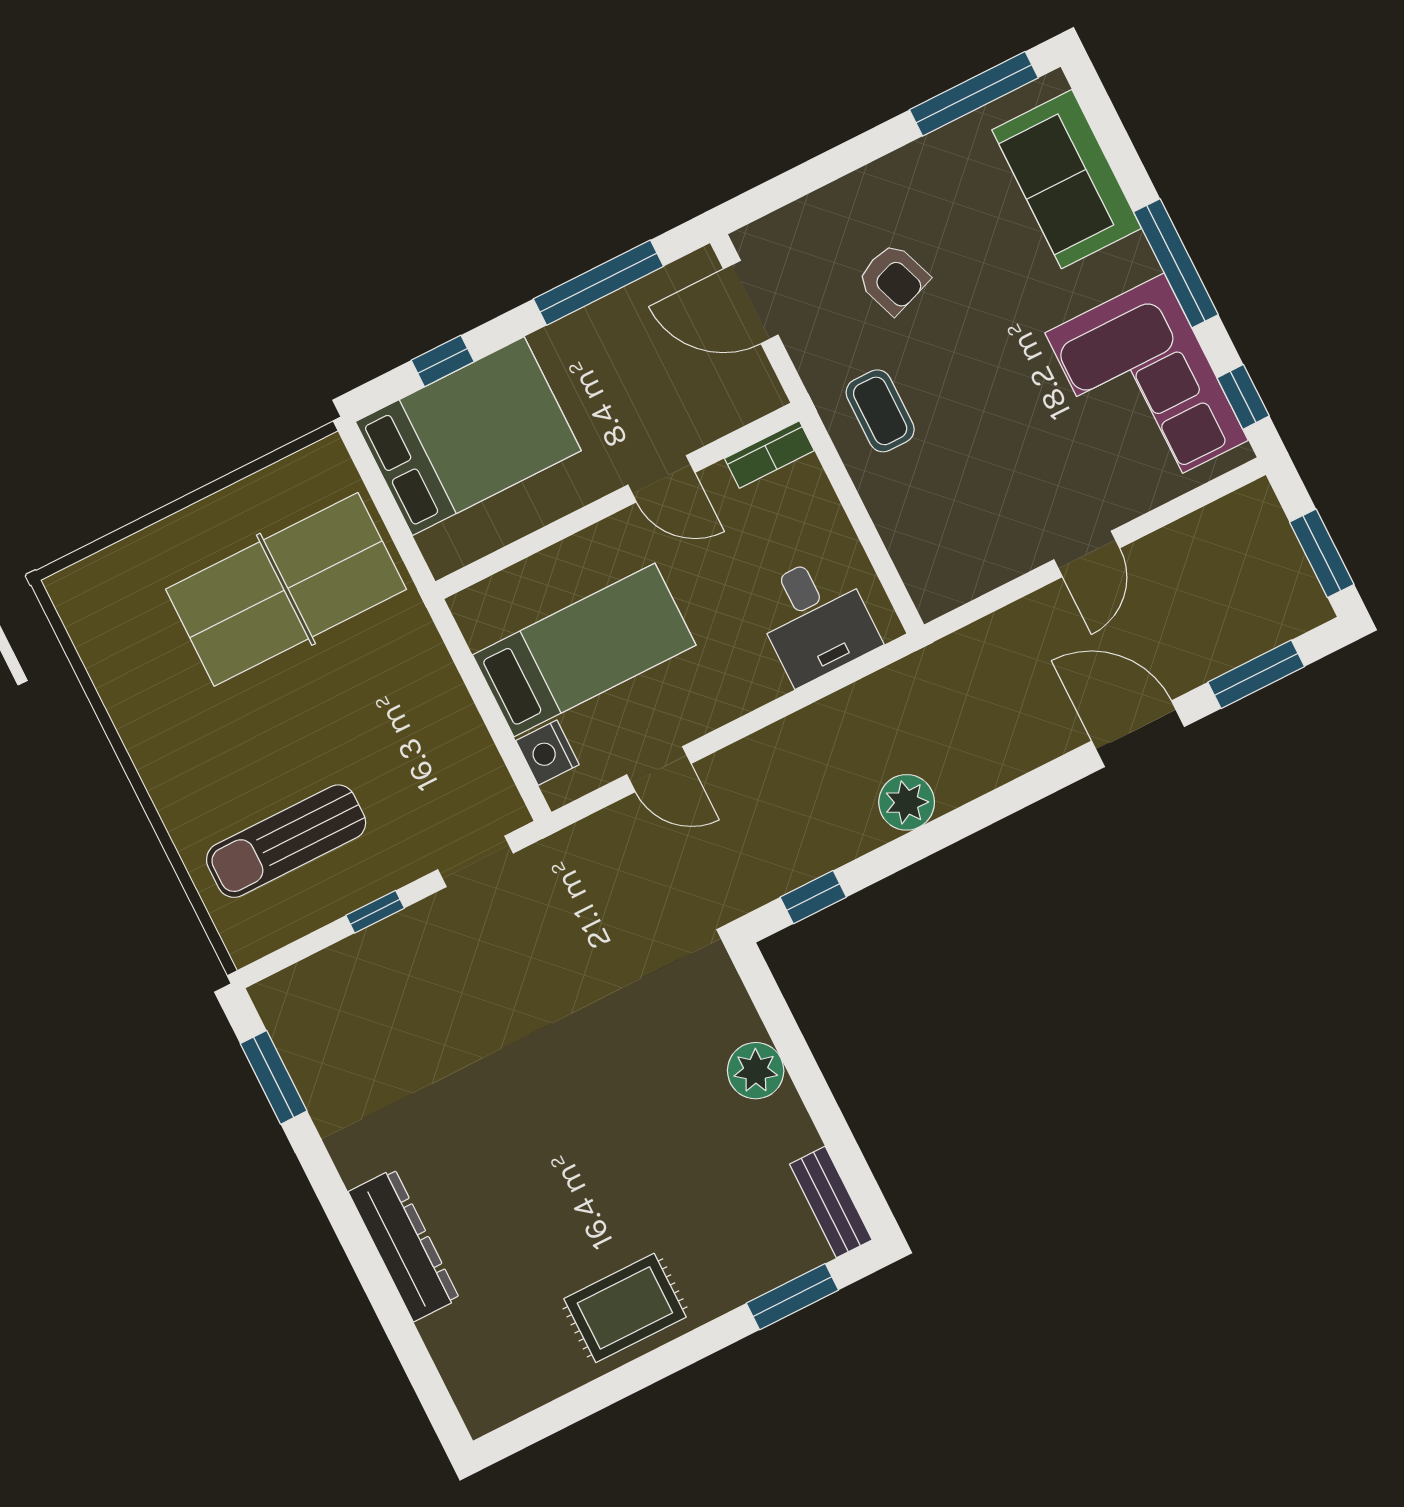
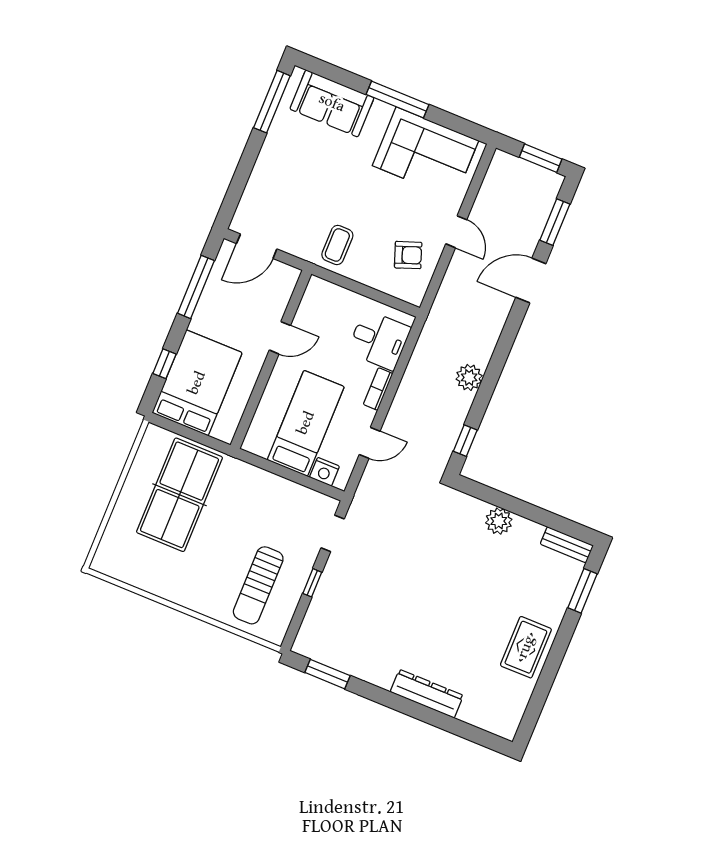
armchair: (893, 279) -> (408, 255), moved
window: (1243, 397) -> (463, 127), removed
coffee table: (880, 411) -> (337, 245), turned 90
bookcase: (769, 454) -> (378, 389), moved, turned 180

